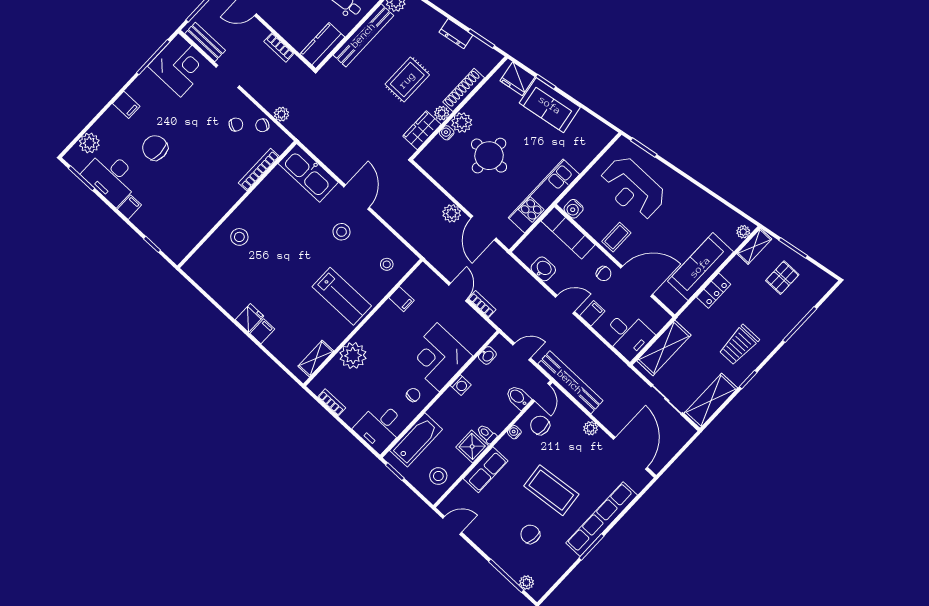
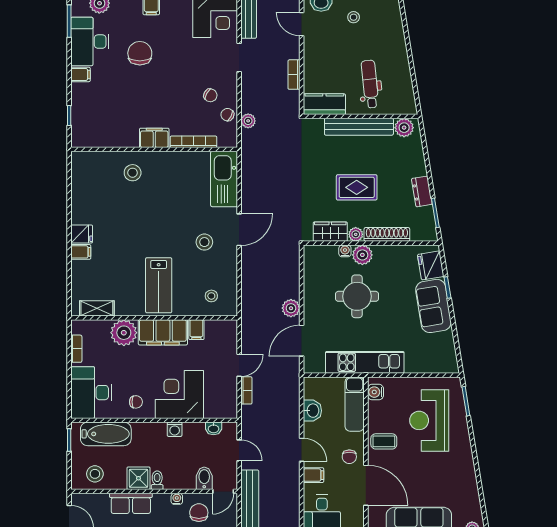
filing cabinet: (228, 196) -> (154, 138), added
filing cabinet: (380, 326) -> (163, 332), added
desk: (380, 427) -> (91, 393), width x1.37

